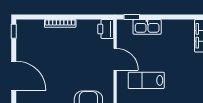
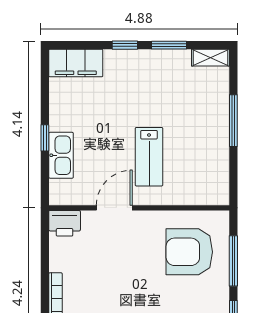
window: (132, 17) -> (45, 138), moved

